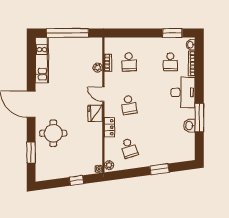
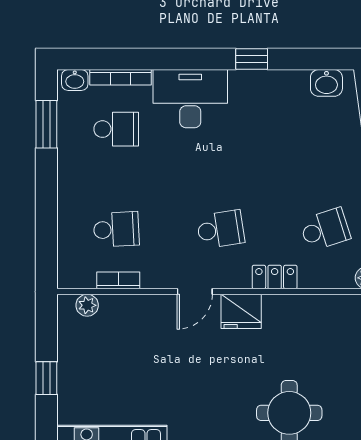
window: (68, 33) -> (46, 378), width x0.32
plant: (98, 68) -> (87, 305), moved
window: (199, 118) -> (252, 59), width x0.46
washbasin: (189, 126) -> (326, 83), moved

